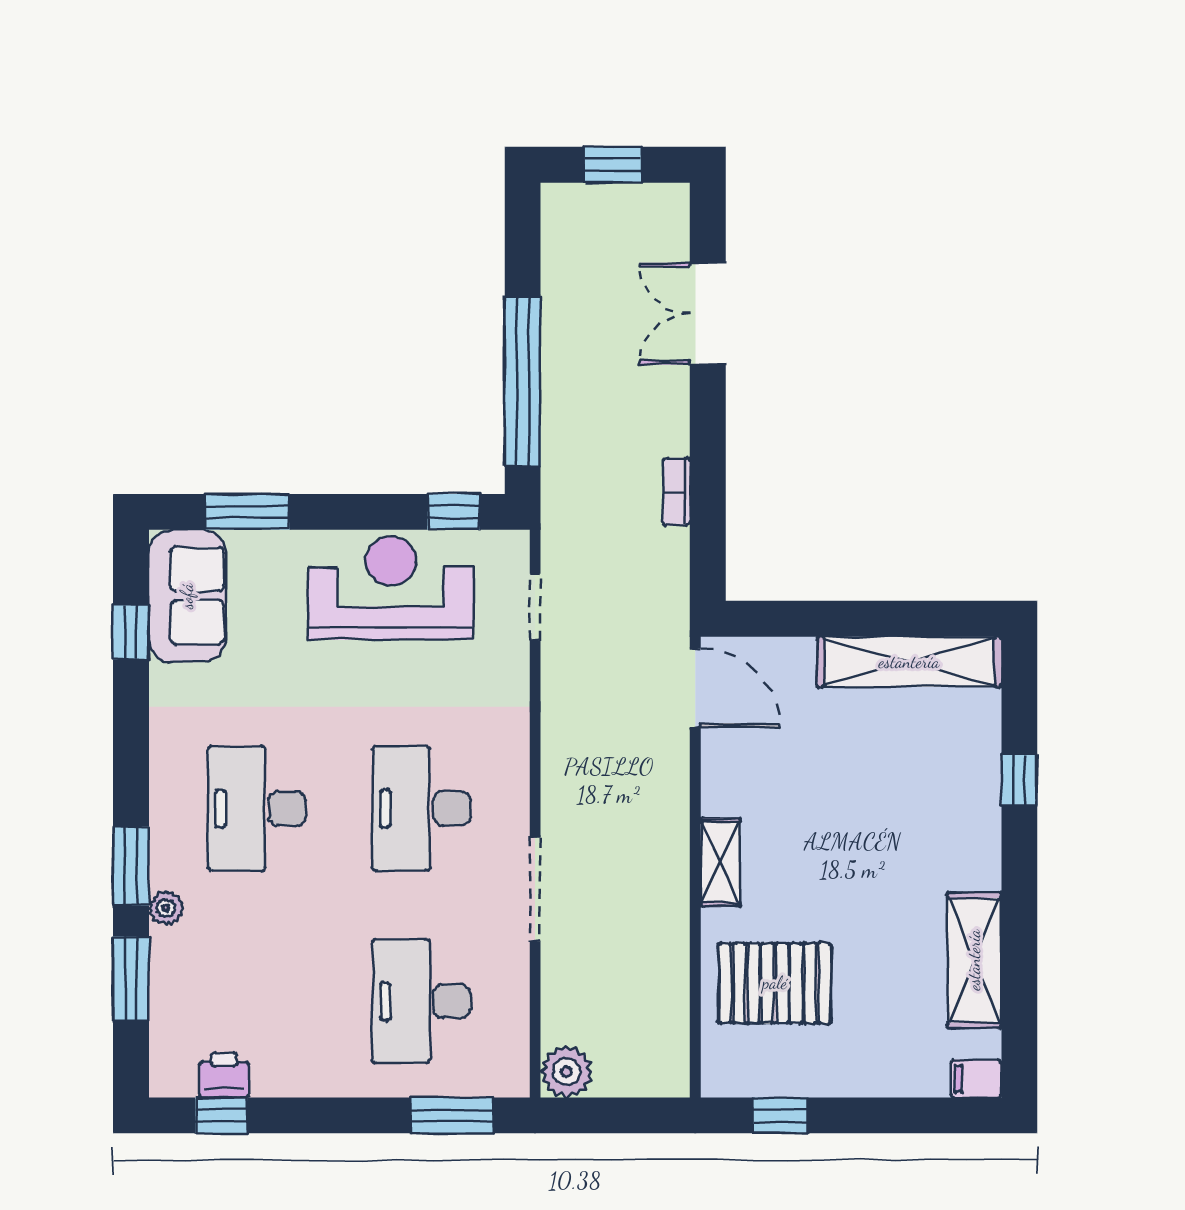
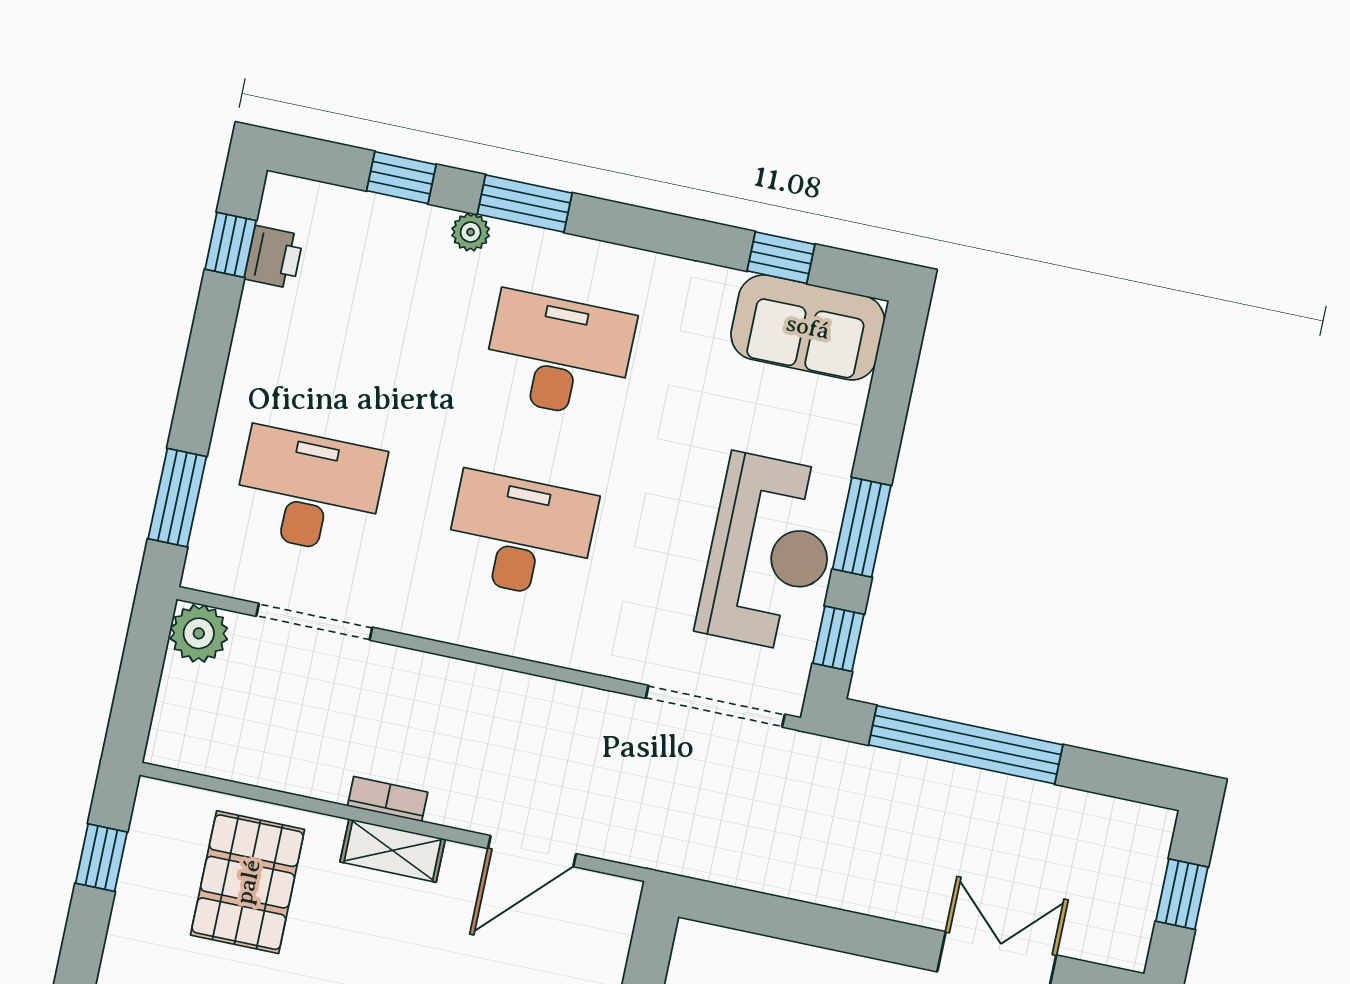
bookcase: (676, 492) -> (388, 799), moved
window: (248, 512) -> (862, 527), moved
doorway: (535, 607) -> (715, 706), width x1.88
door: (695, 688) -> (532, 851), moved
doorway: (535, 889) -> (314, 622), moved
window: (131, 979) -> (401, 178), width x0.67

